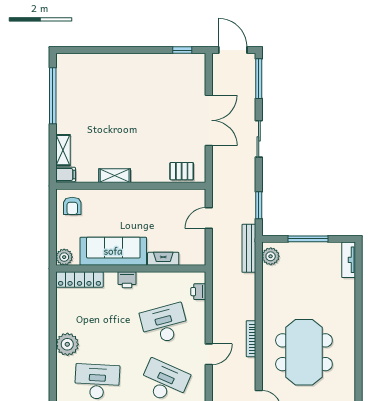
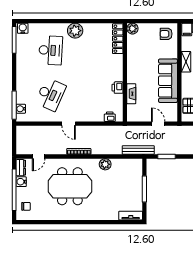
sofa: (113, 251) -> (168, 81), moved, turned 180
plant: (271, 256) -> (105, 164), moved
printer: (127, 280) -> (118, 88), moved
desk: (164, 324) -> (89, 94), removed

